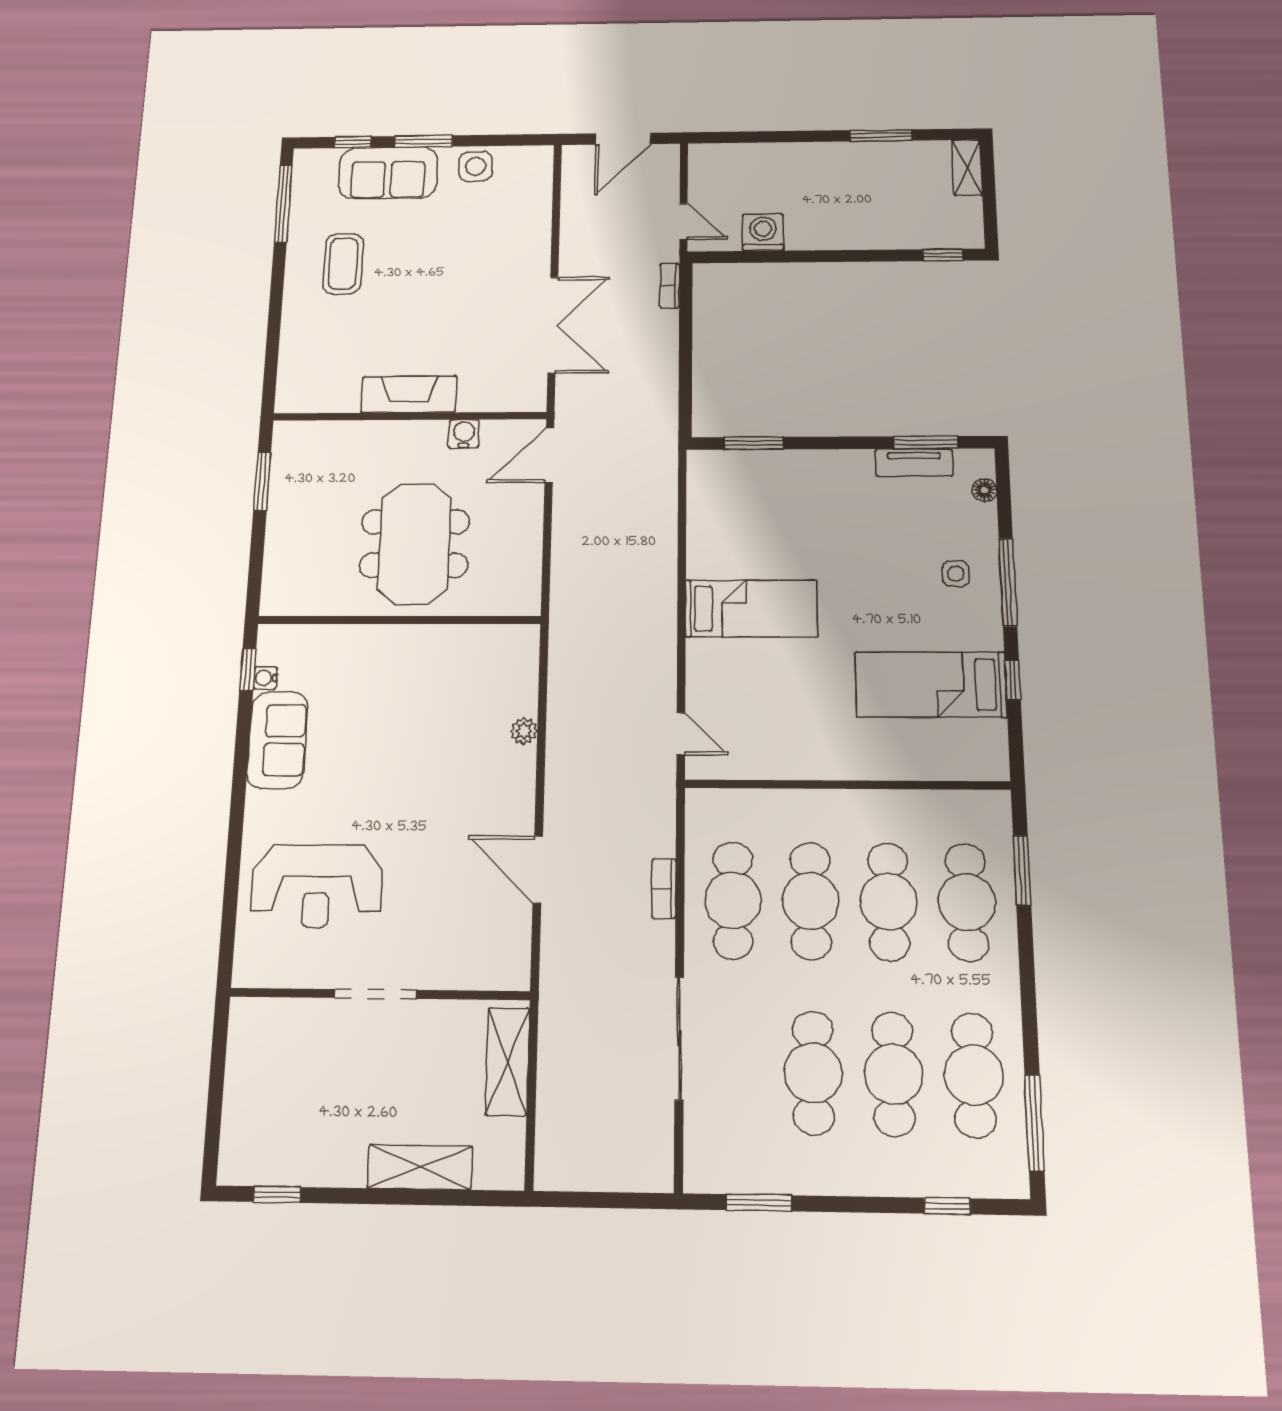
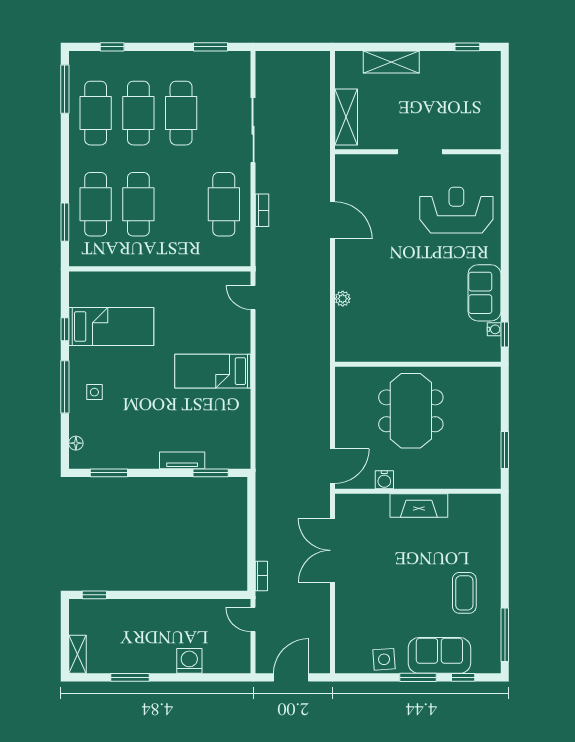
washing machine: (763, 232) -> (189, 661), moved, turned 180
tv unit: (914, 462) -> (182, 460), moved
cafe table: (811, 901) -> (181, 204), removed

